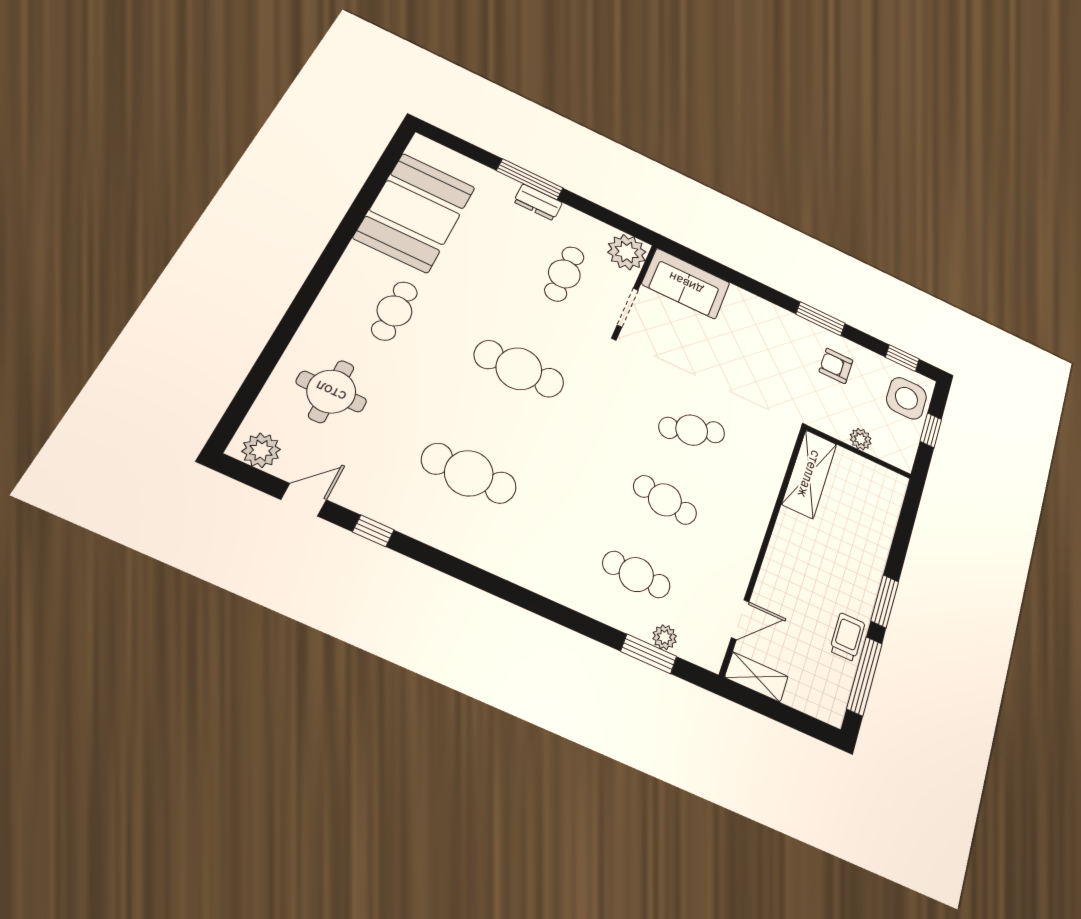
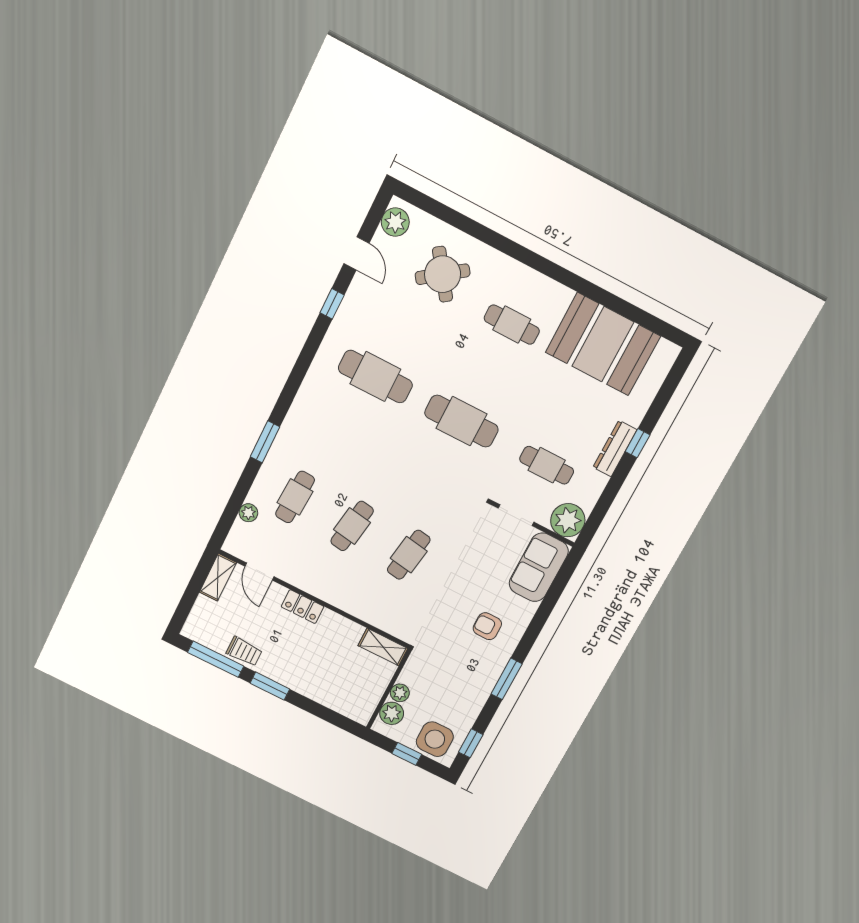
window: (530, 179) -> (638, 443), width x0.46
dresser: (538, 202) -> (615, 449), width x1.44
armchair: (836, 366) -> (487, 626), moved, turned -90
cafe table: (519, 369) -> (461, 421), turned 90
round table: (331, 391) -> (443, 274), turned -36
cafe table: (692, 430) -> (409, 555), turned 30
plant: (887, 448) -> (392, 713), added
cafe table: (469, 473) -> (375, 377), turned 90
shelving: (809, 474) -> (383, 647), width x0.67, depth x0.75
locker: (777, 561) -> (303, 607), added
window: (649, 654) -> (265, 442), moved

